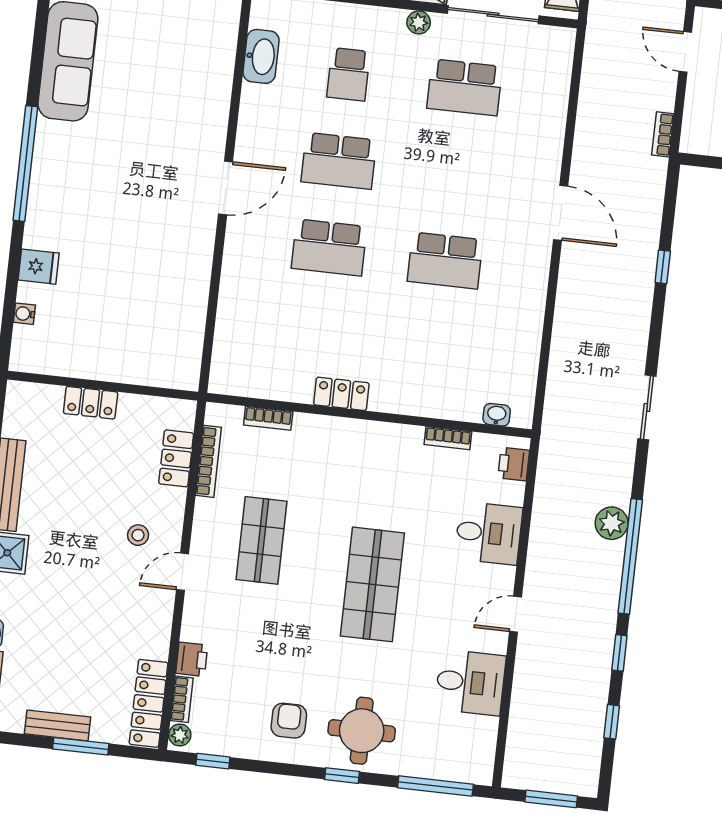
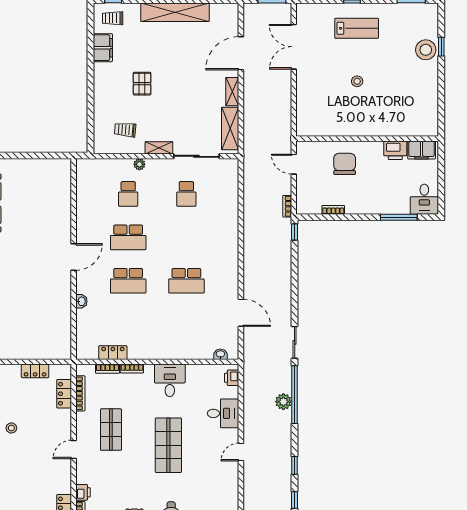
plant: (419, 22) -> (139, 164), moved
washbasin: (261, 56) -> (81, 301), moved, width x0.52, depth x0.69
school desk: (465, 87) -> (186, 194), width x0.54
door: (561, 213) -> (241, 313), moved
window: (663, 267) -> (295, 232), moved
locker: (341, 394) -> (113, 353), moved
locker: (91, 403) -> (35, 371), moved
bookcase: (448, 438) -> (132, 369), moved
stool: (138, 535) -> (11, 428), moved
window: (630, 556) -> (295, 395), moved
desk: (470, 682) -> (170, 380), moved, turned -90

